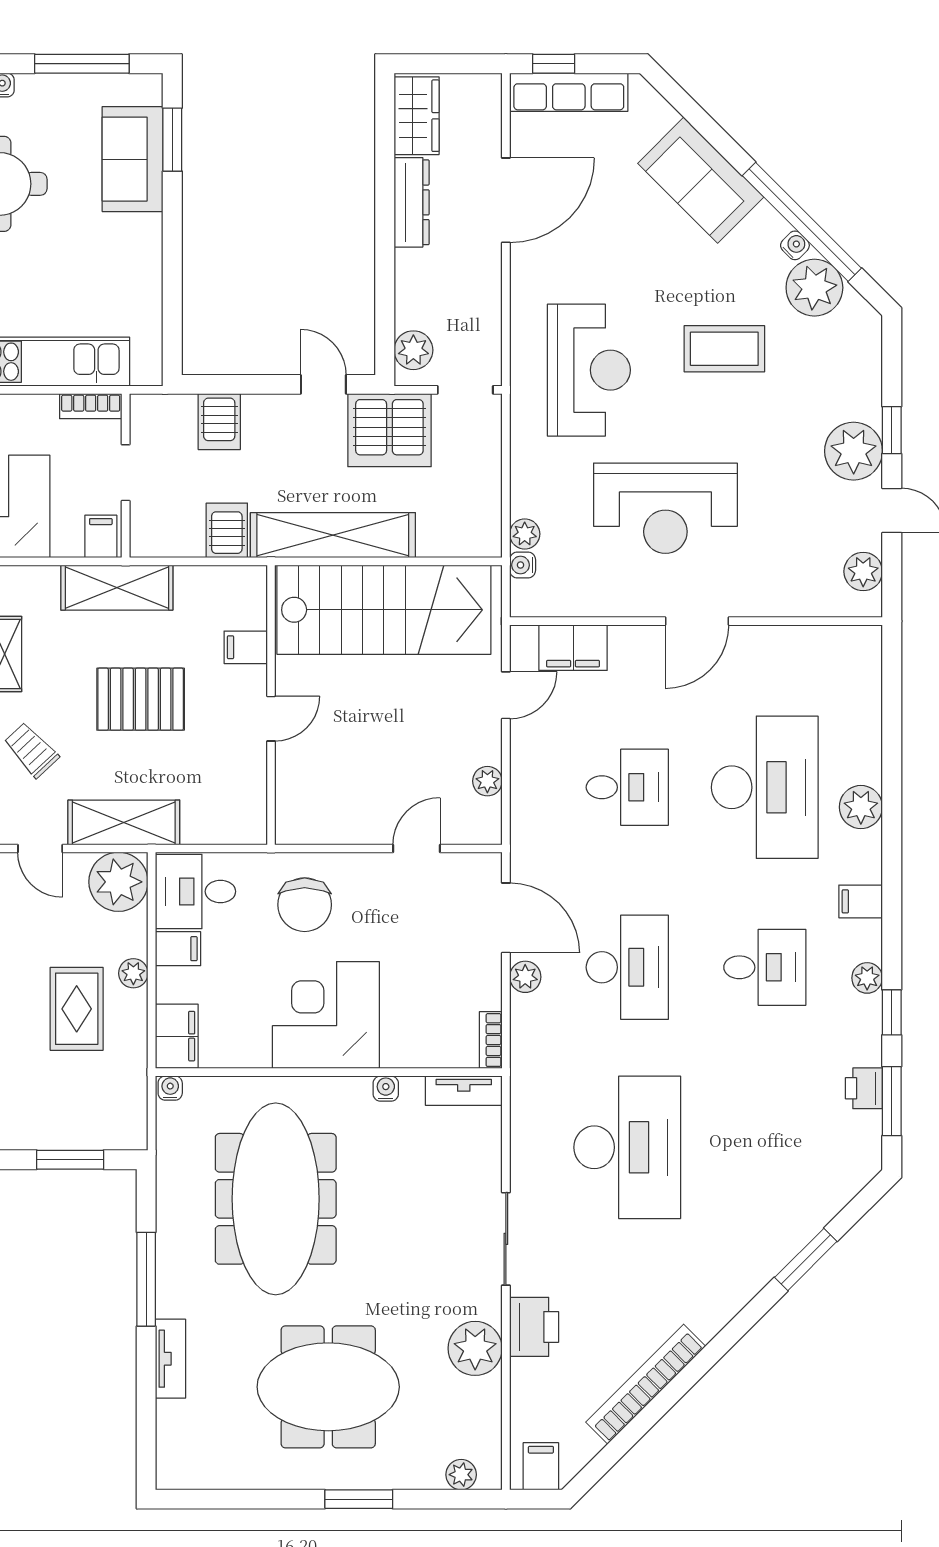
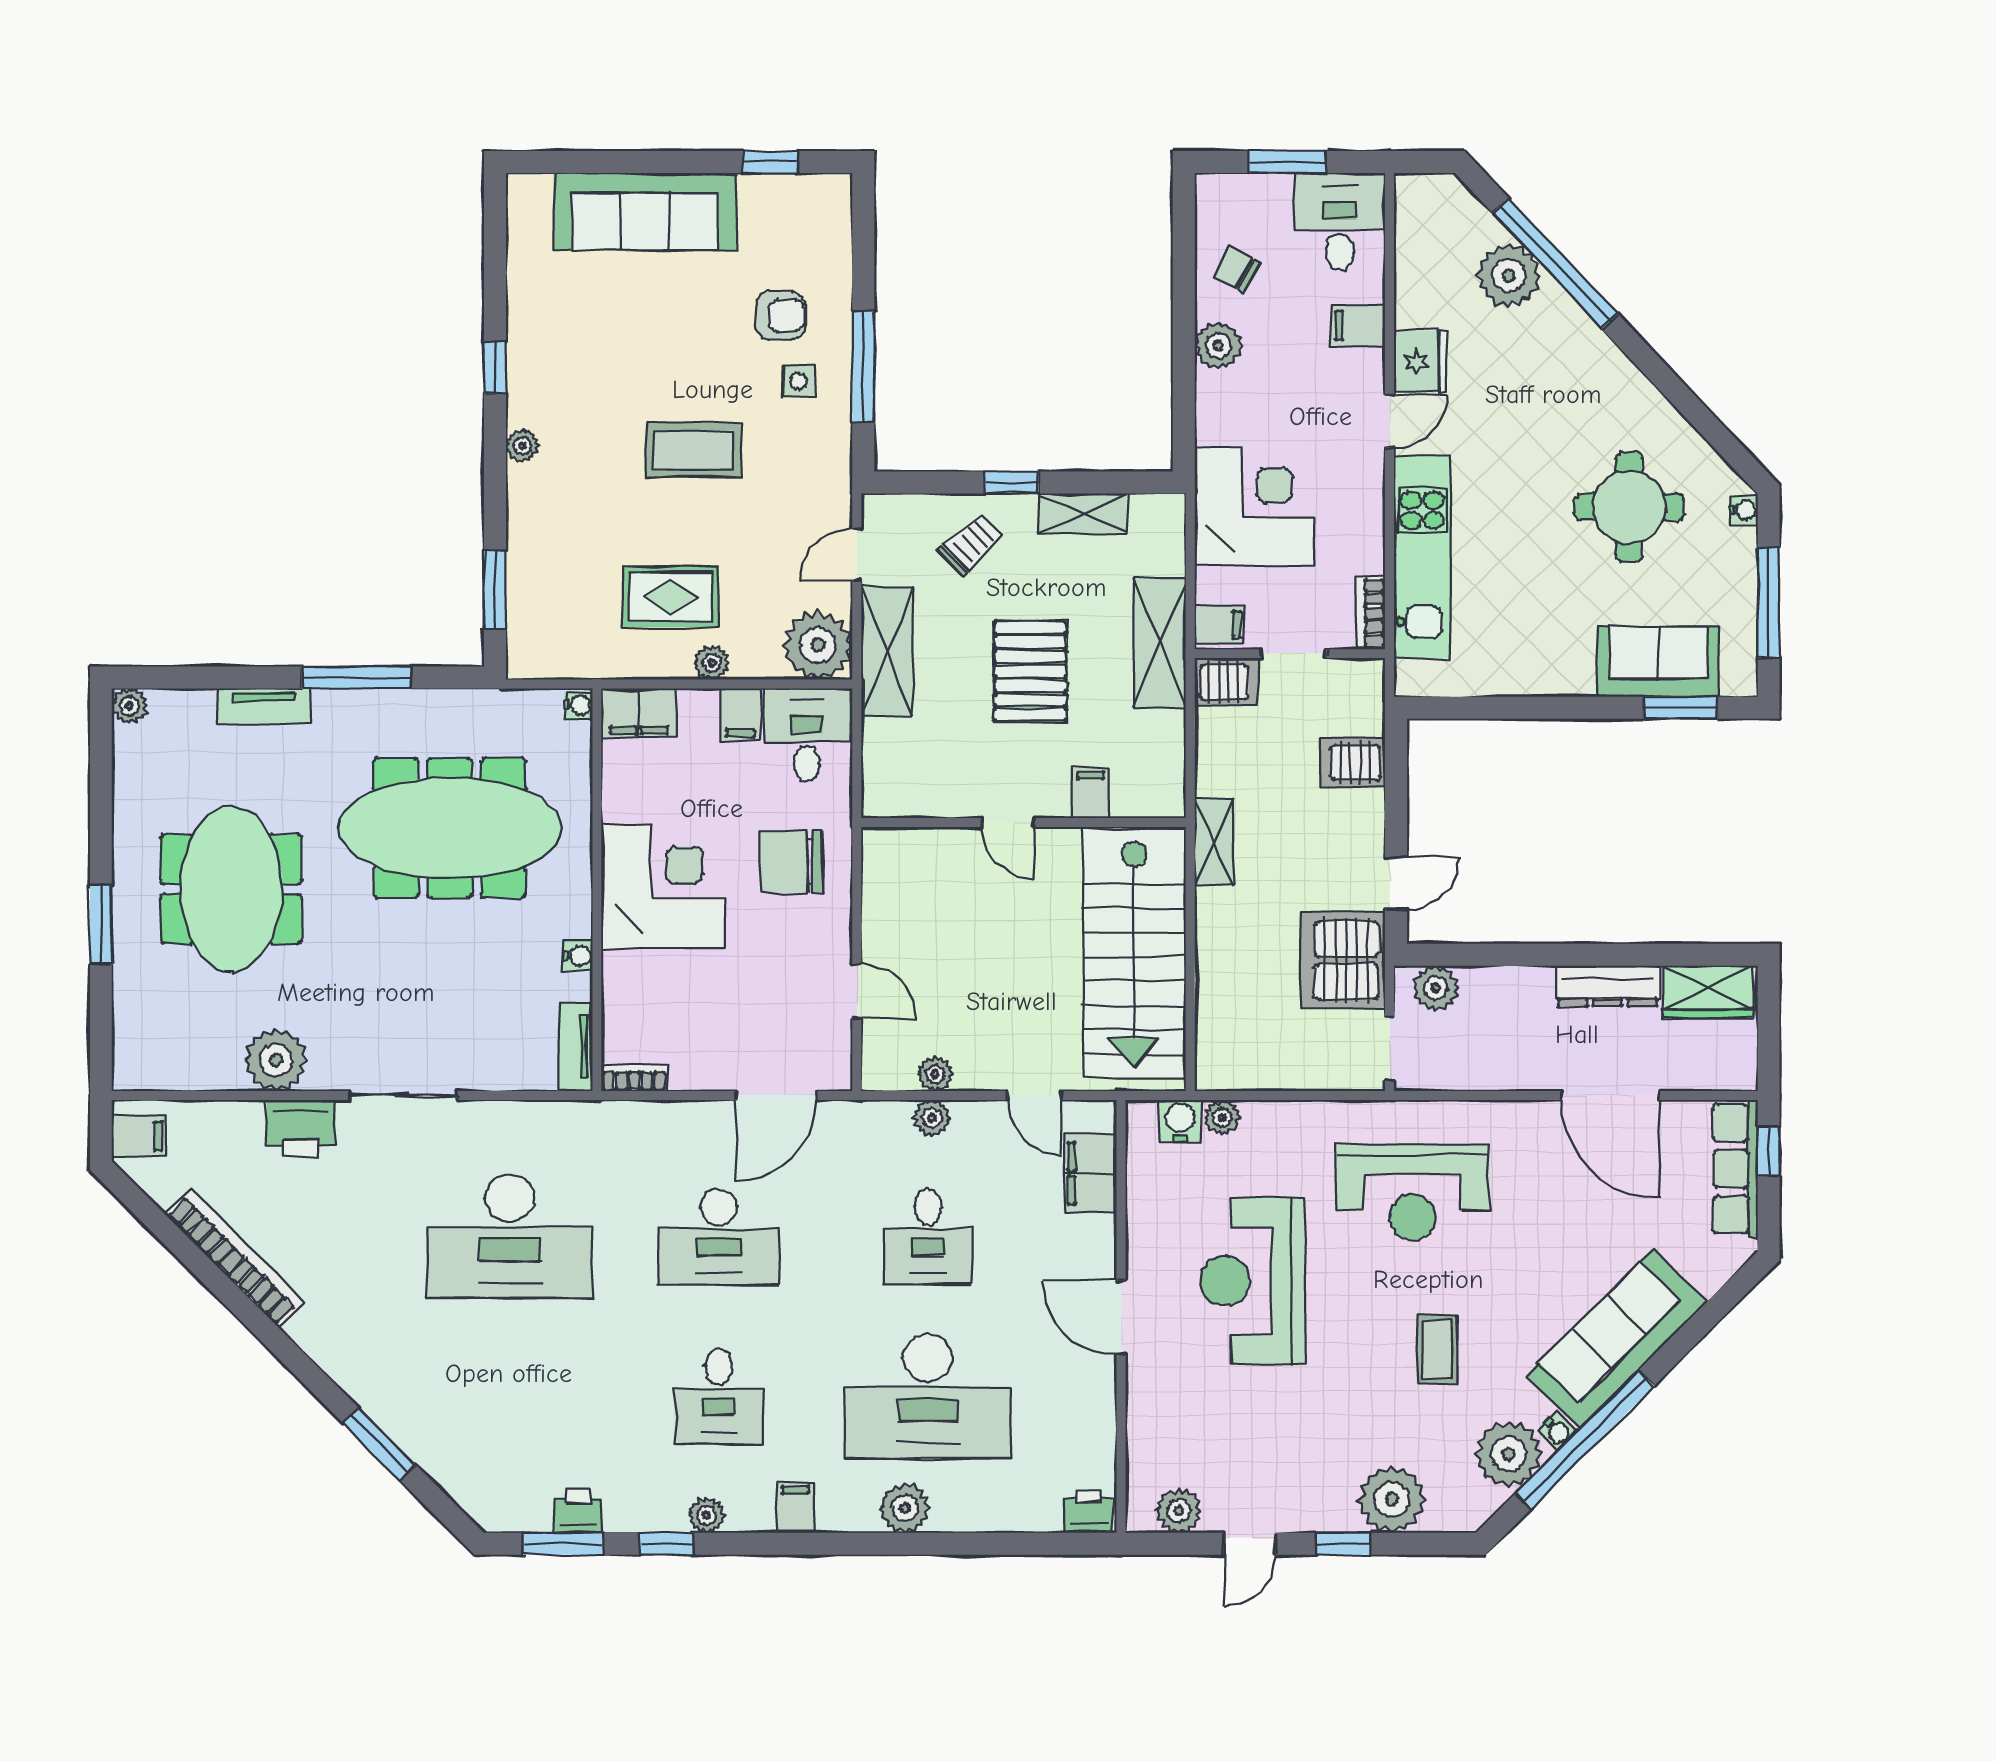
sofa: (701, 180) -> (1617, 1339), width x1.36
coffee table: (724, 349) -> (1437, 1349), width x0.73, depth x0.77
plant: (854, 451) -> (1392, 1499), moved
server rack: (227, 530) -> (1226, 682), moved
shelving: (333, 535) -> (1214, 842), width x0.45, depth x0.75
water cooler: (523, 565) -> (1180, 1121), width x1.38, depth x1.38
printer: (864, 649) -> (1089, 1511), added
plant: (525, 977) -> (932, 1118), moved
plant: (461, 1475) -> (129, 706), moved

